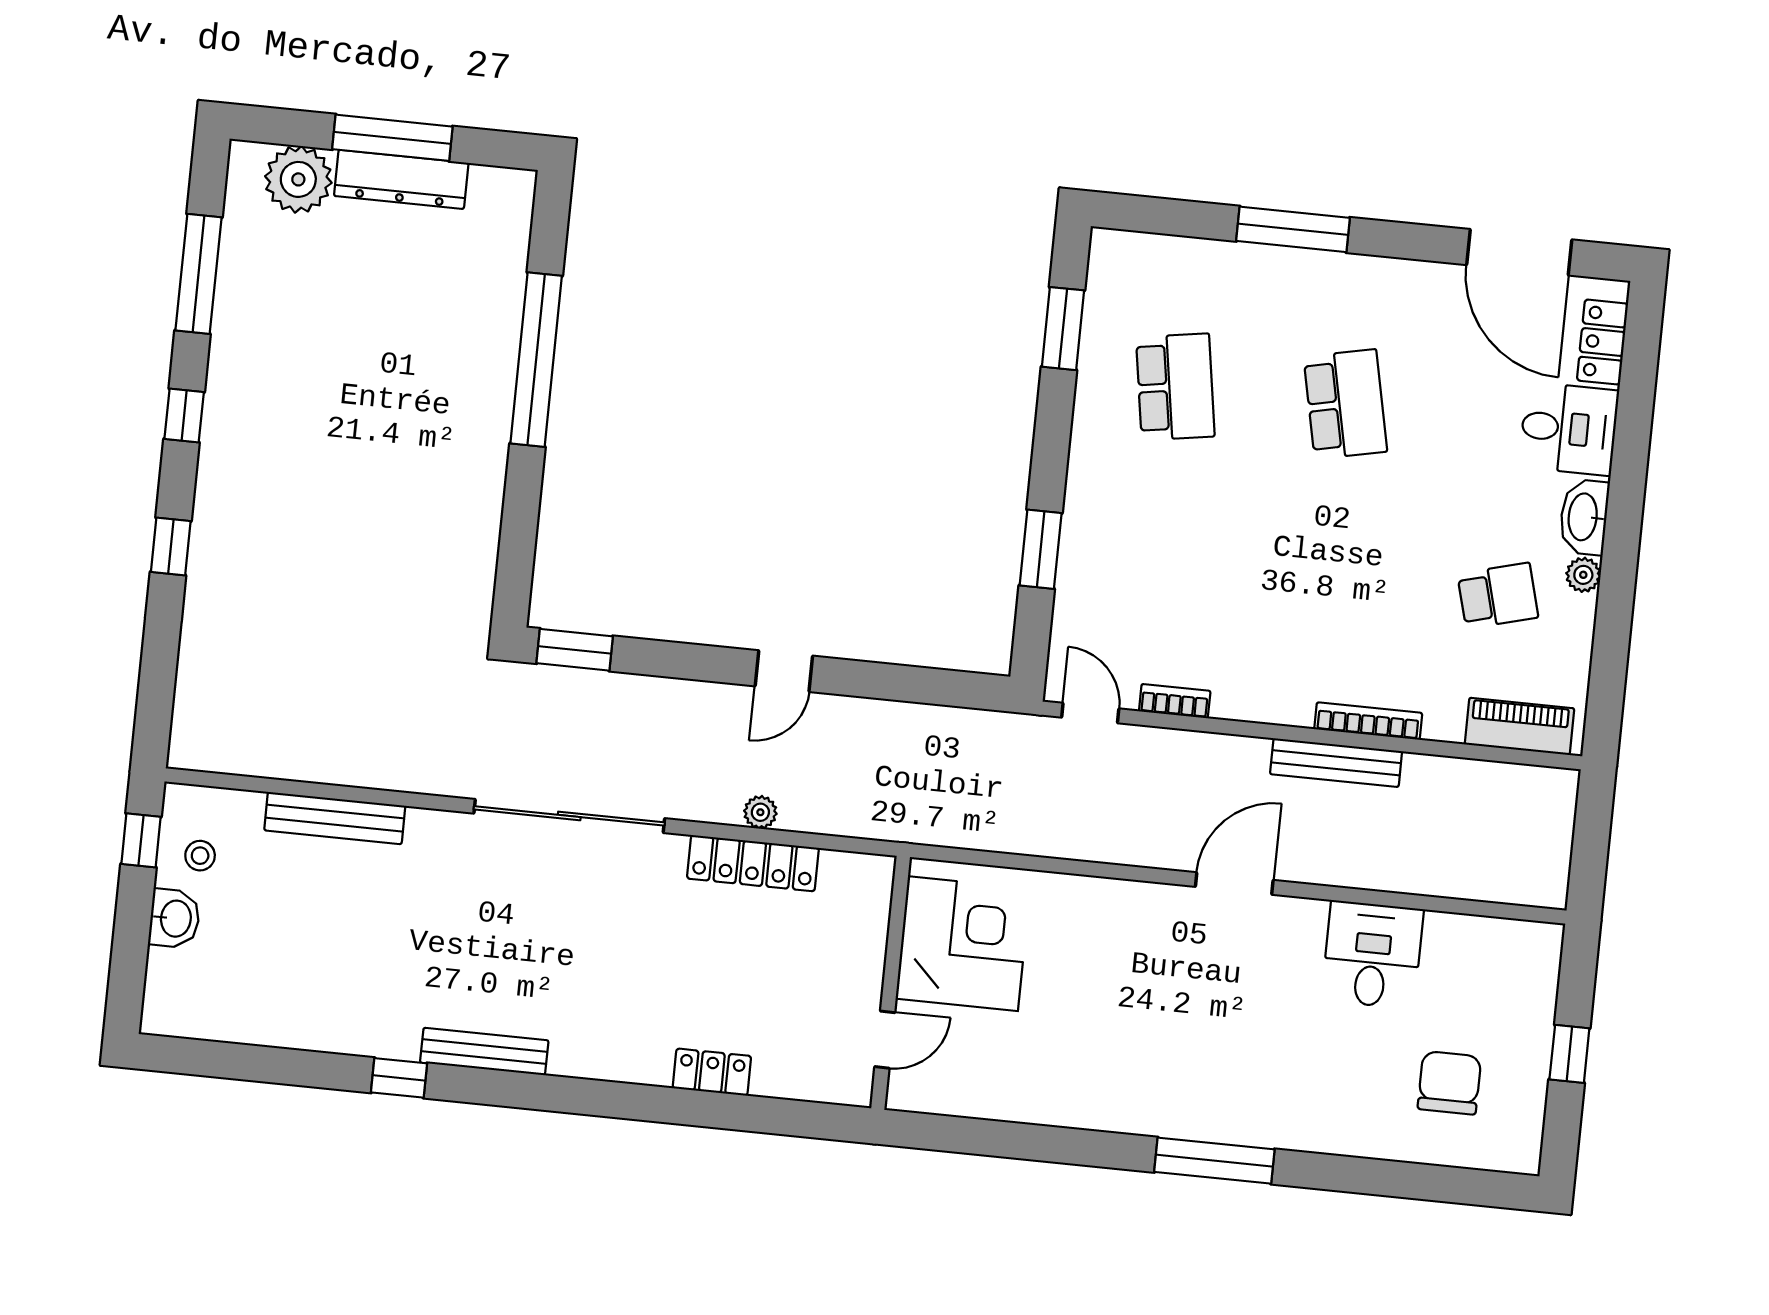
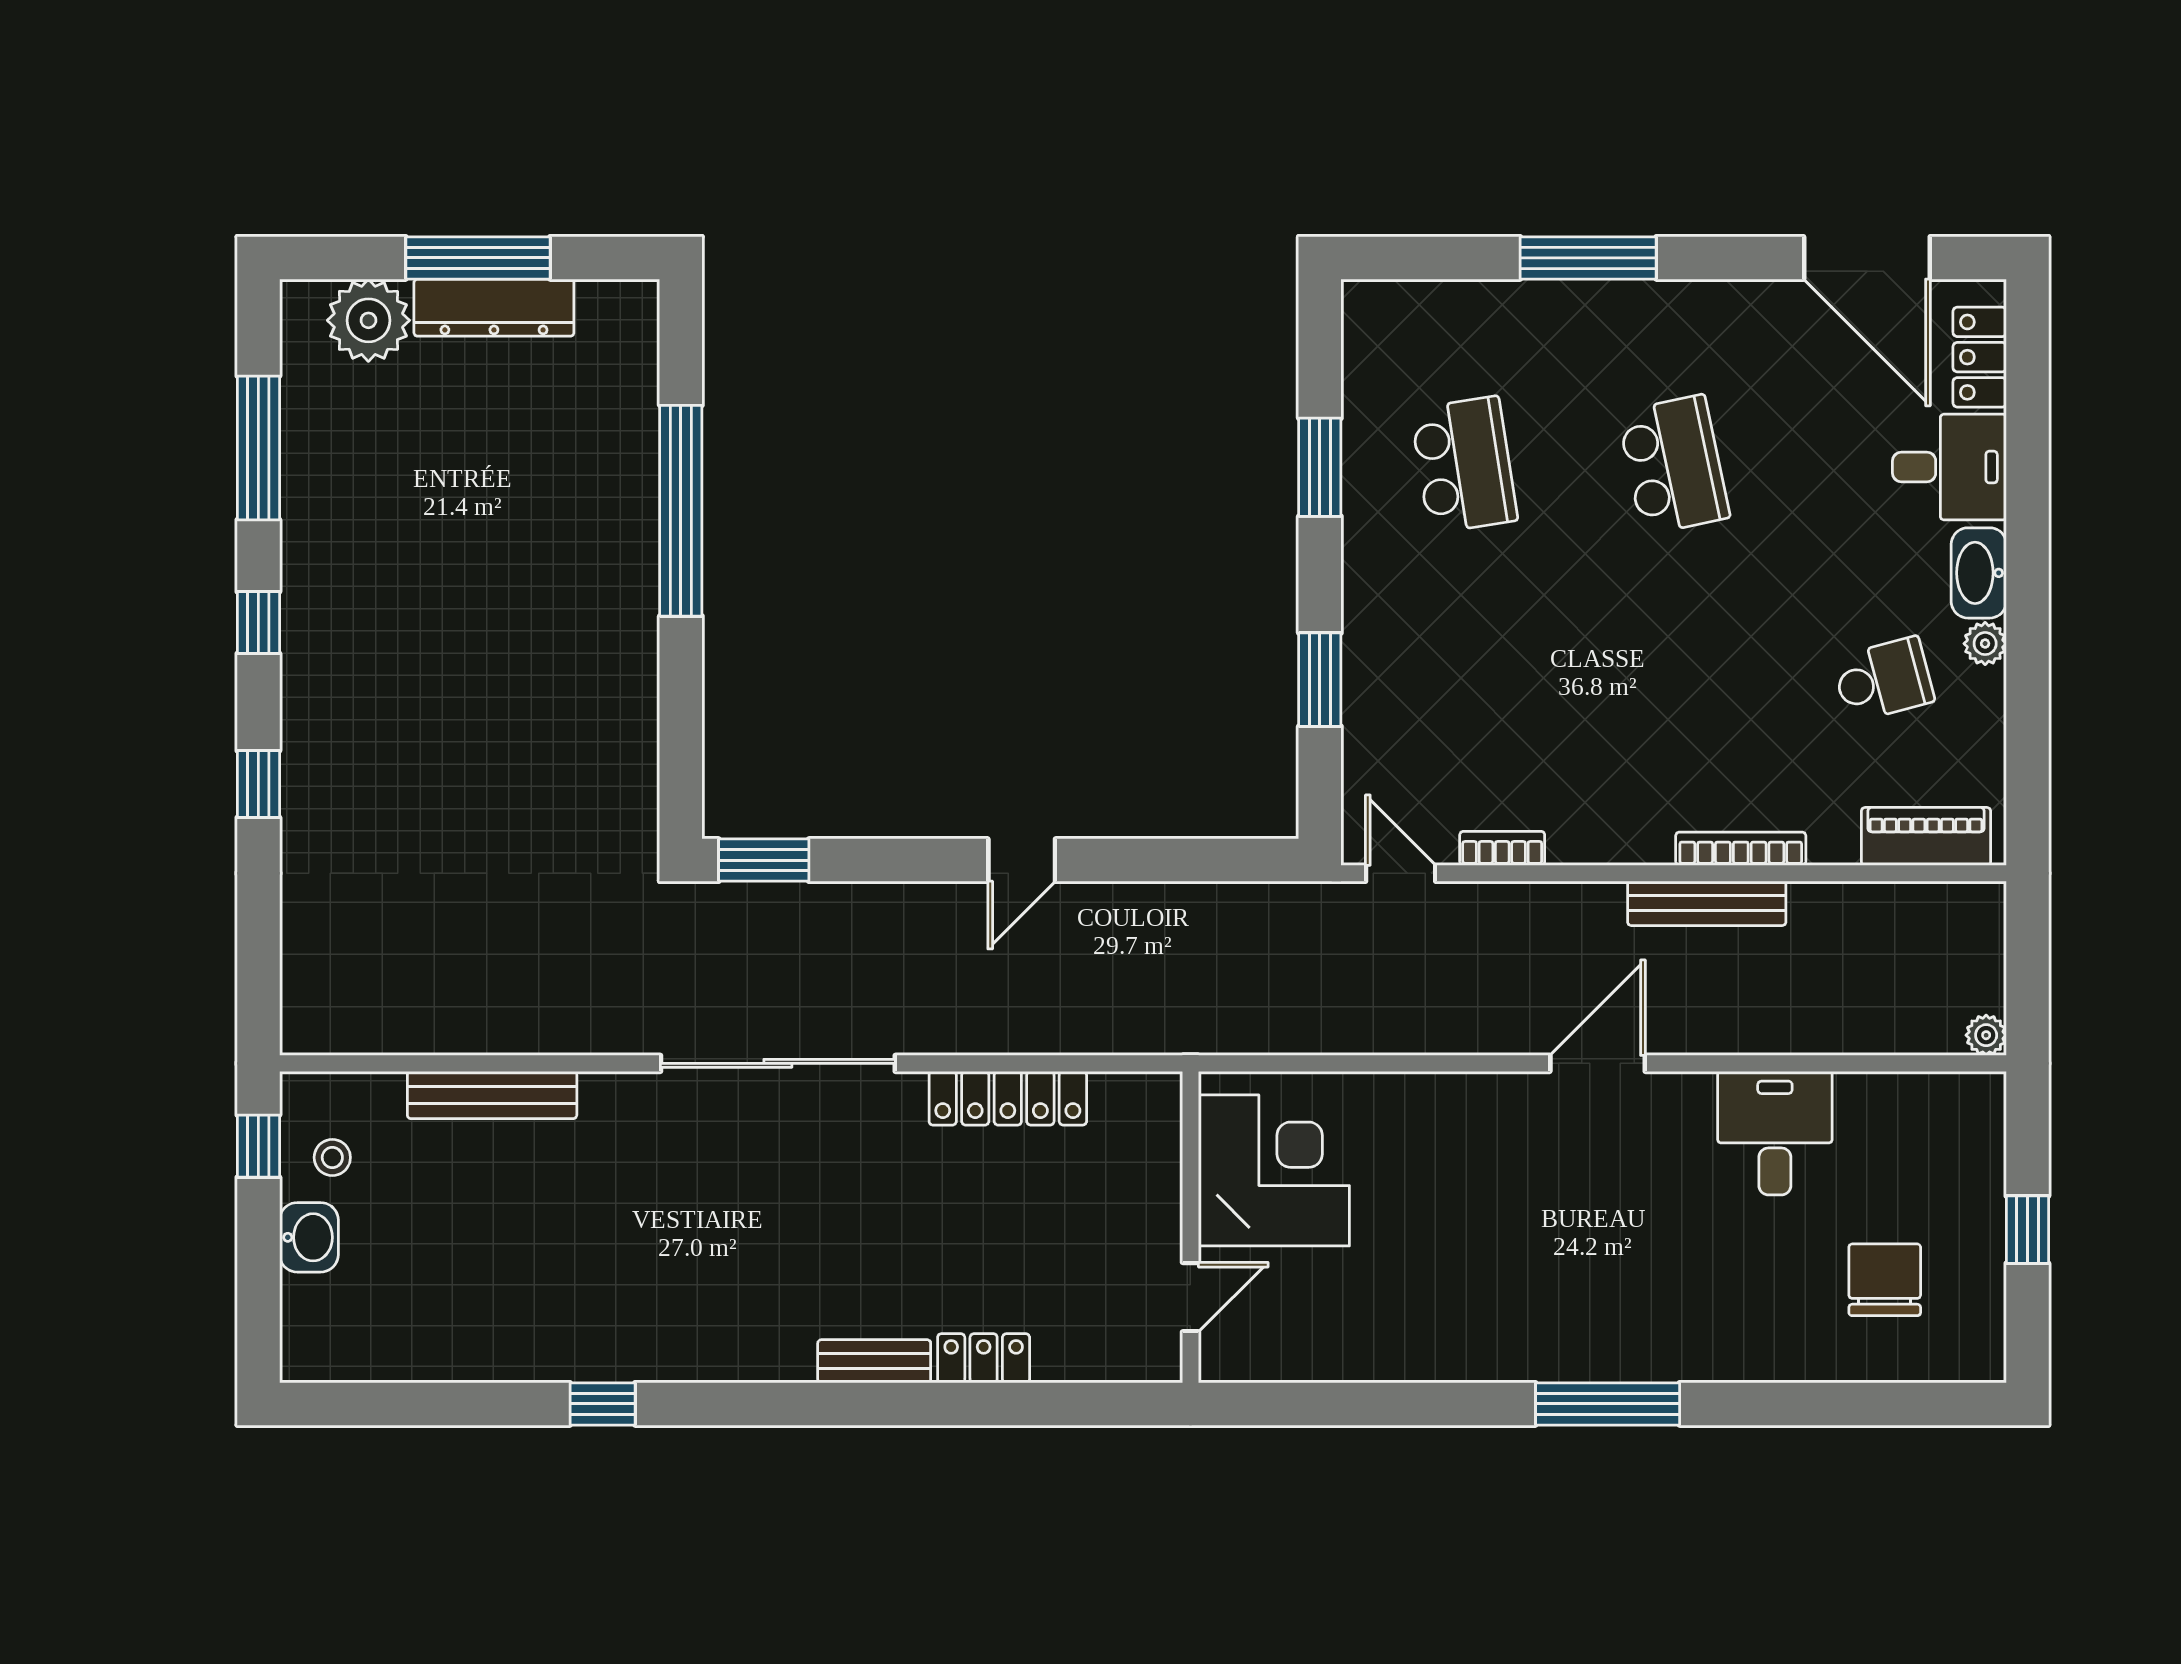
window: (1063, 329) -> (1320, 467), moved
plant: (760, 812) -> (1986, 1035), moved
bench: (484, 1051) -> (874, 1361), moved, width x0.73

